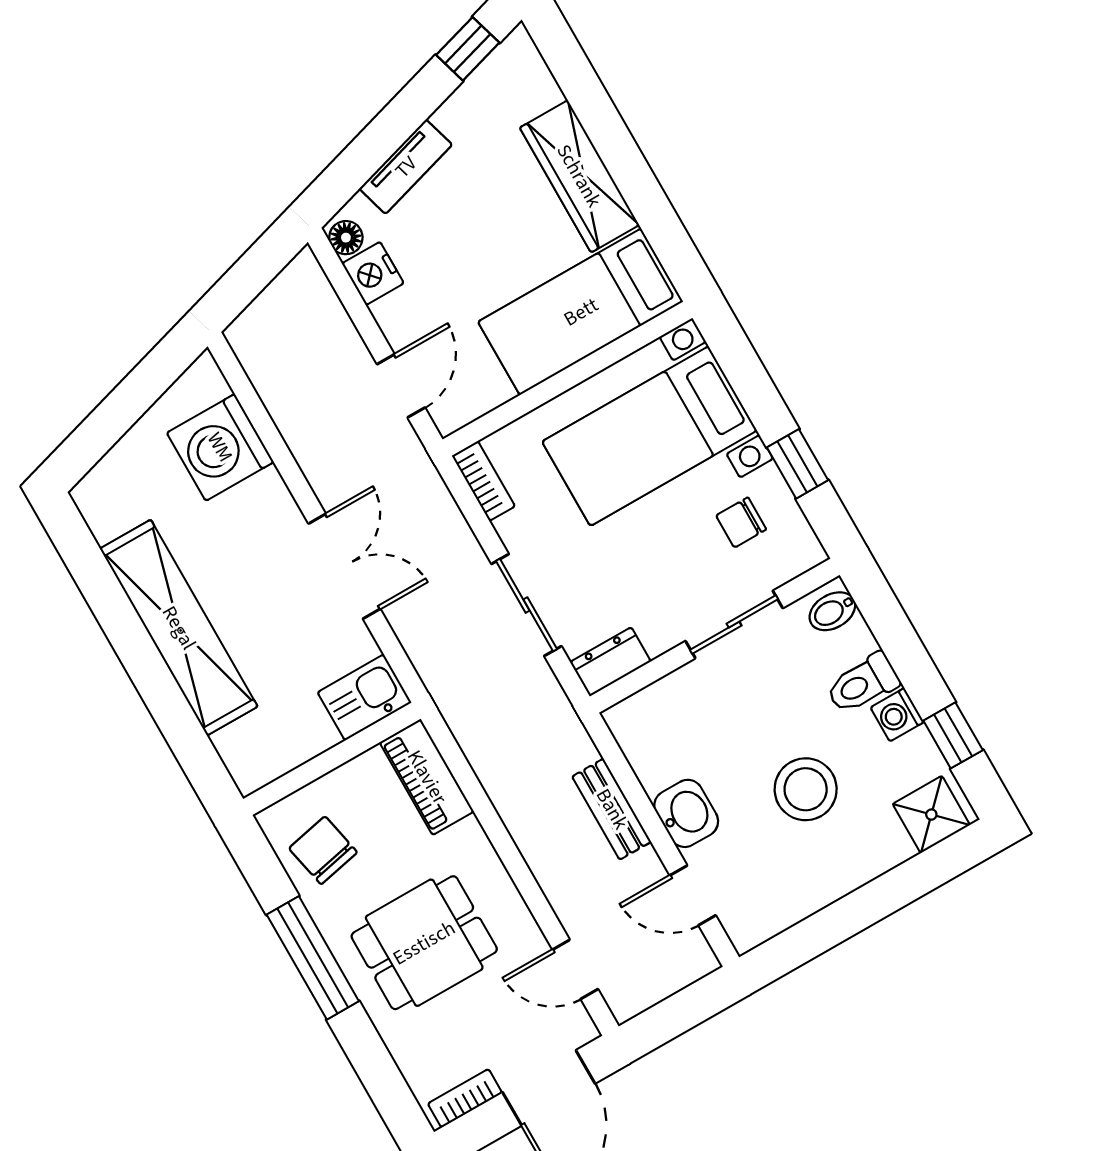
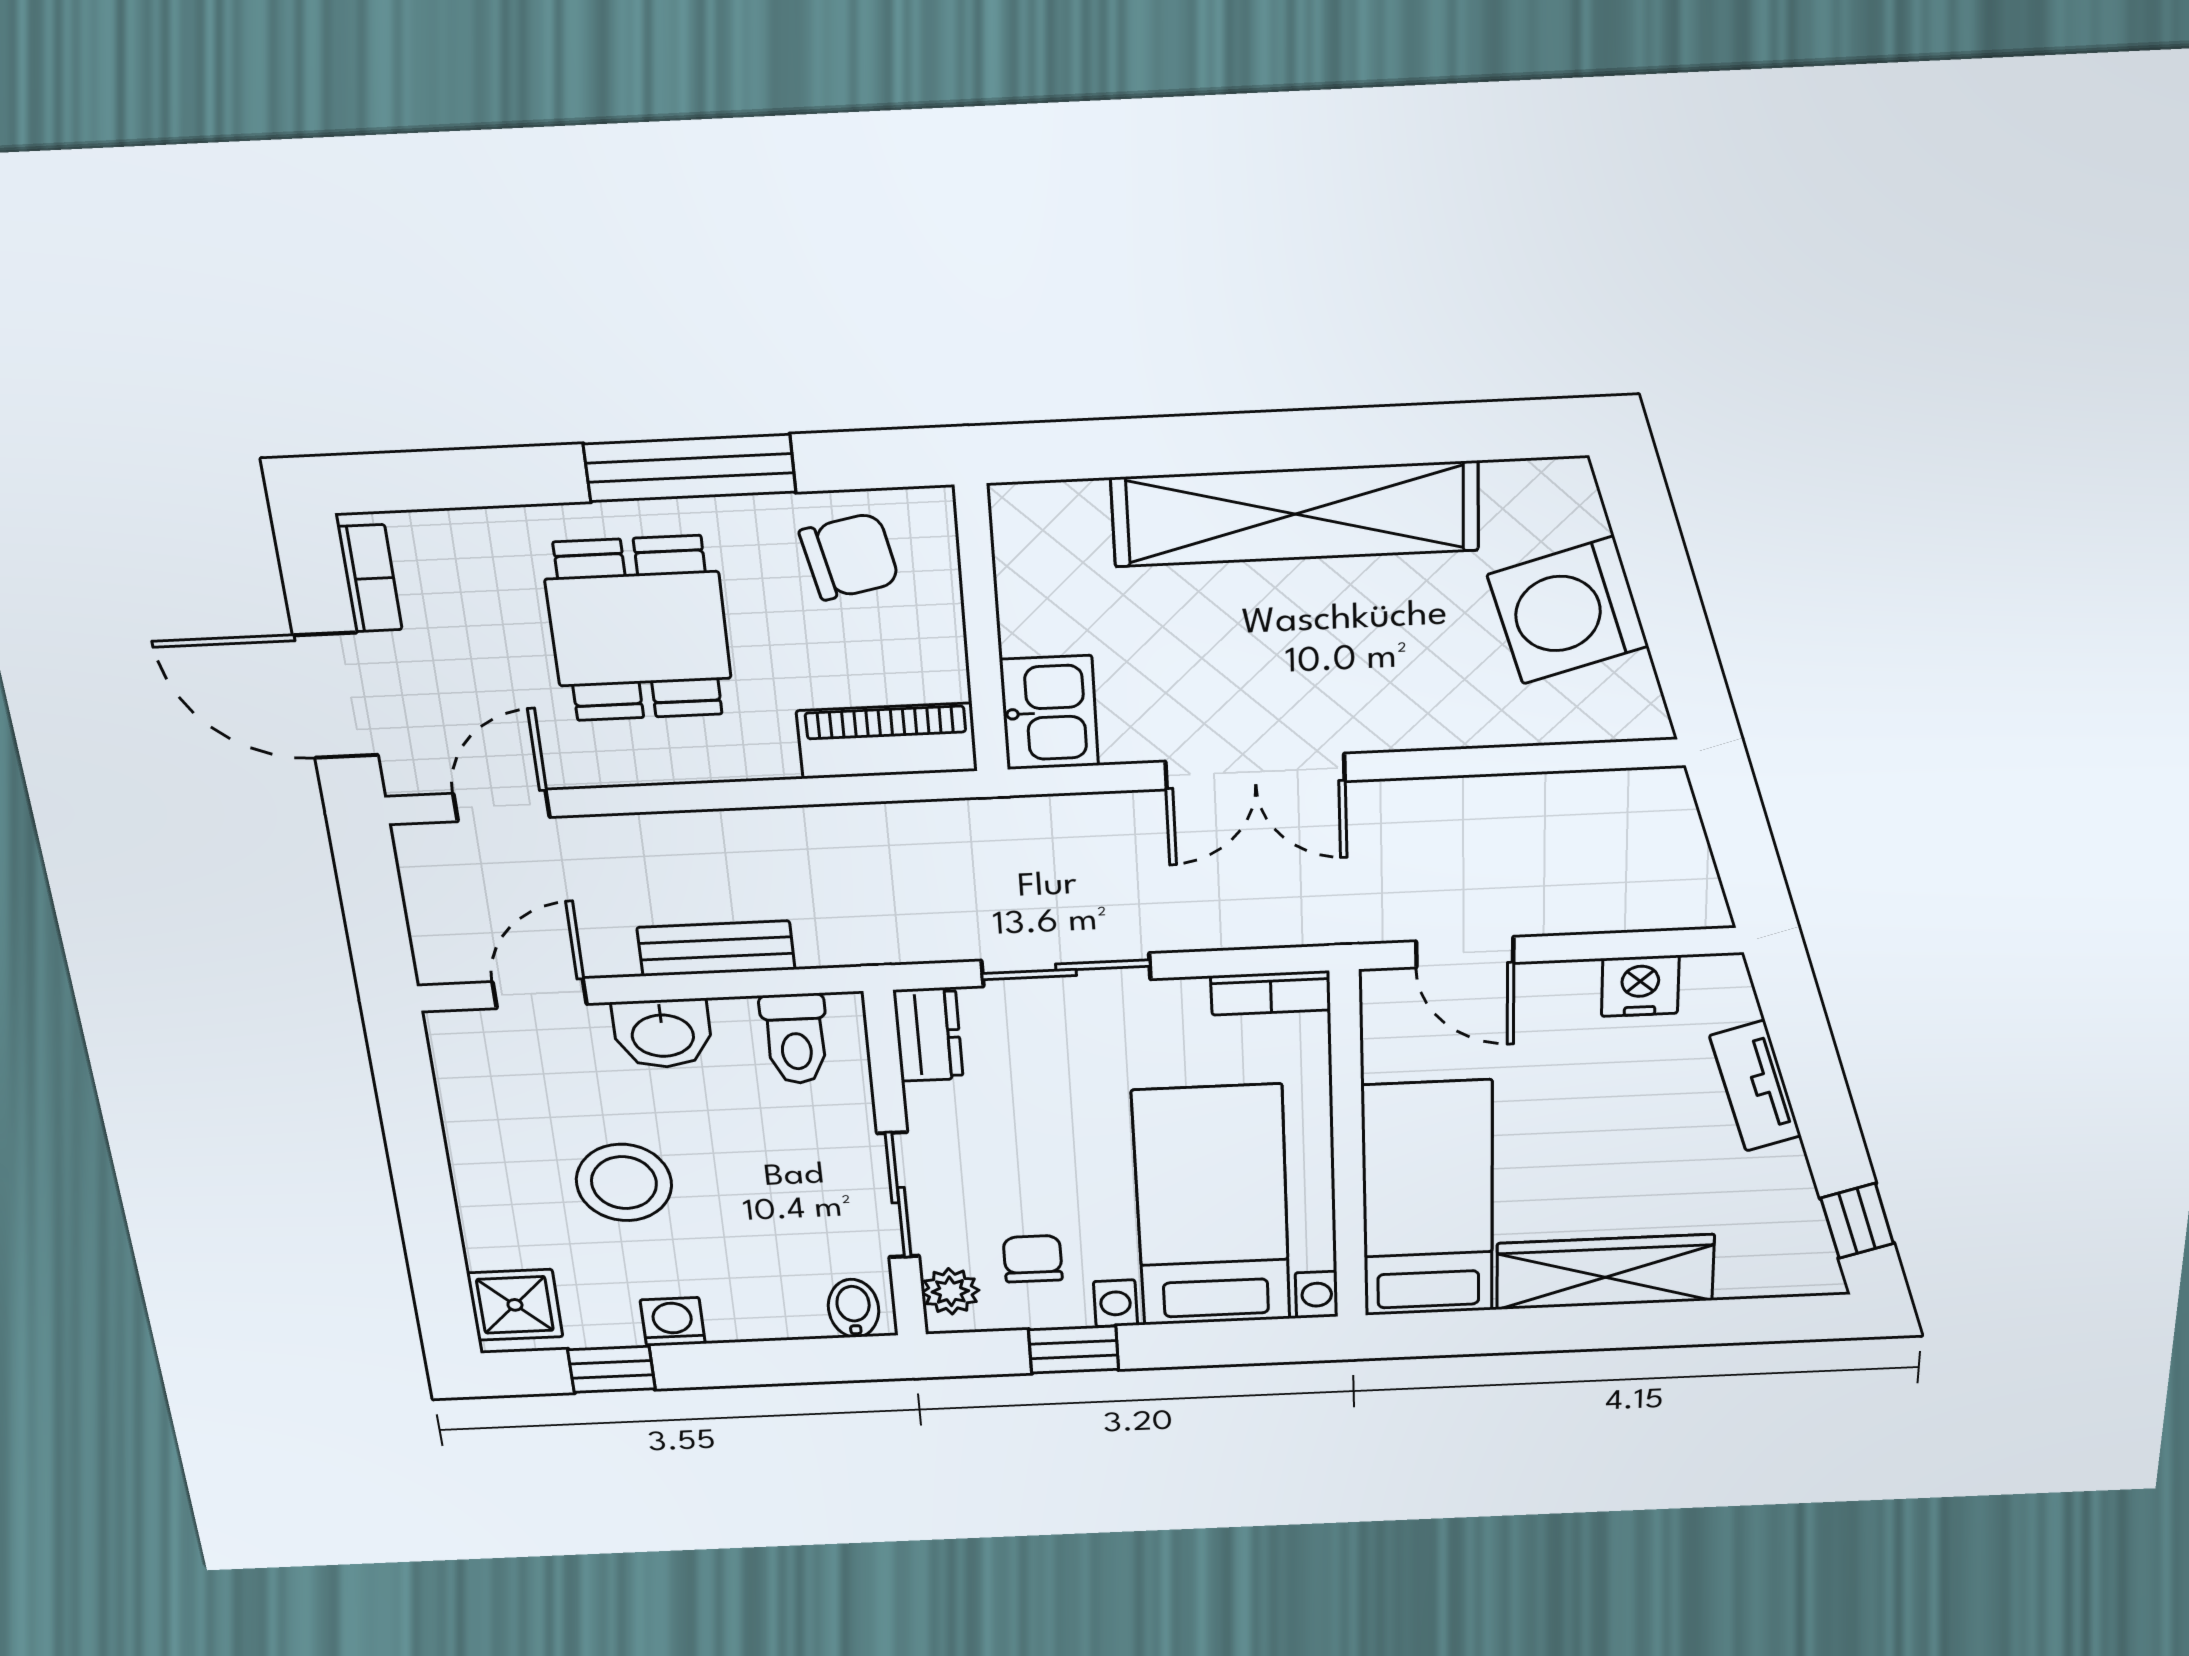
floor lamp: (346, 238) -> (1710, 976), removed
washing machine: (220, 447) -> (1568, 611), moved, turned -106
plant: (790, 559) -> (950, 1291), added
toilet: (863, 684) -> (795, 1039), moved, turned 180

